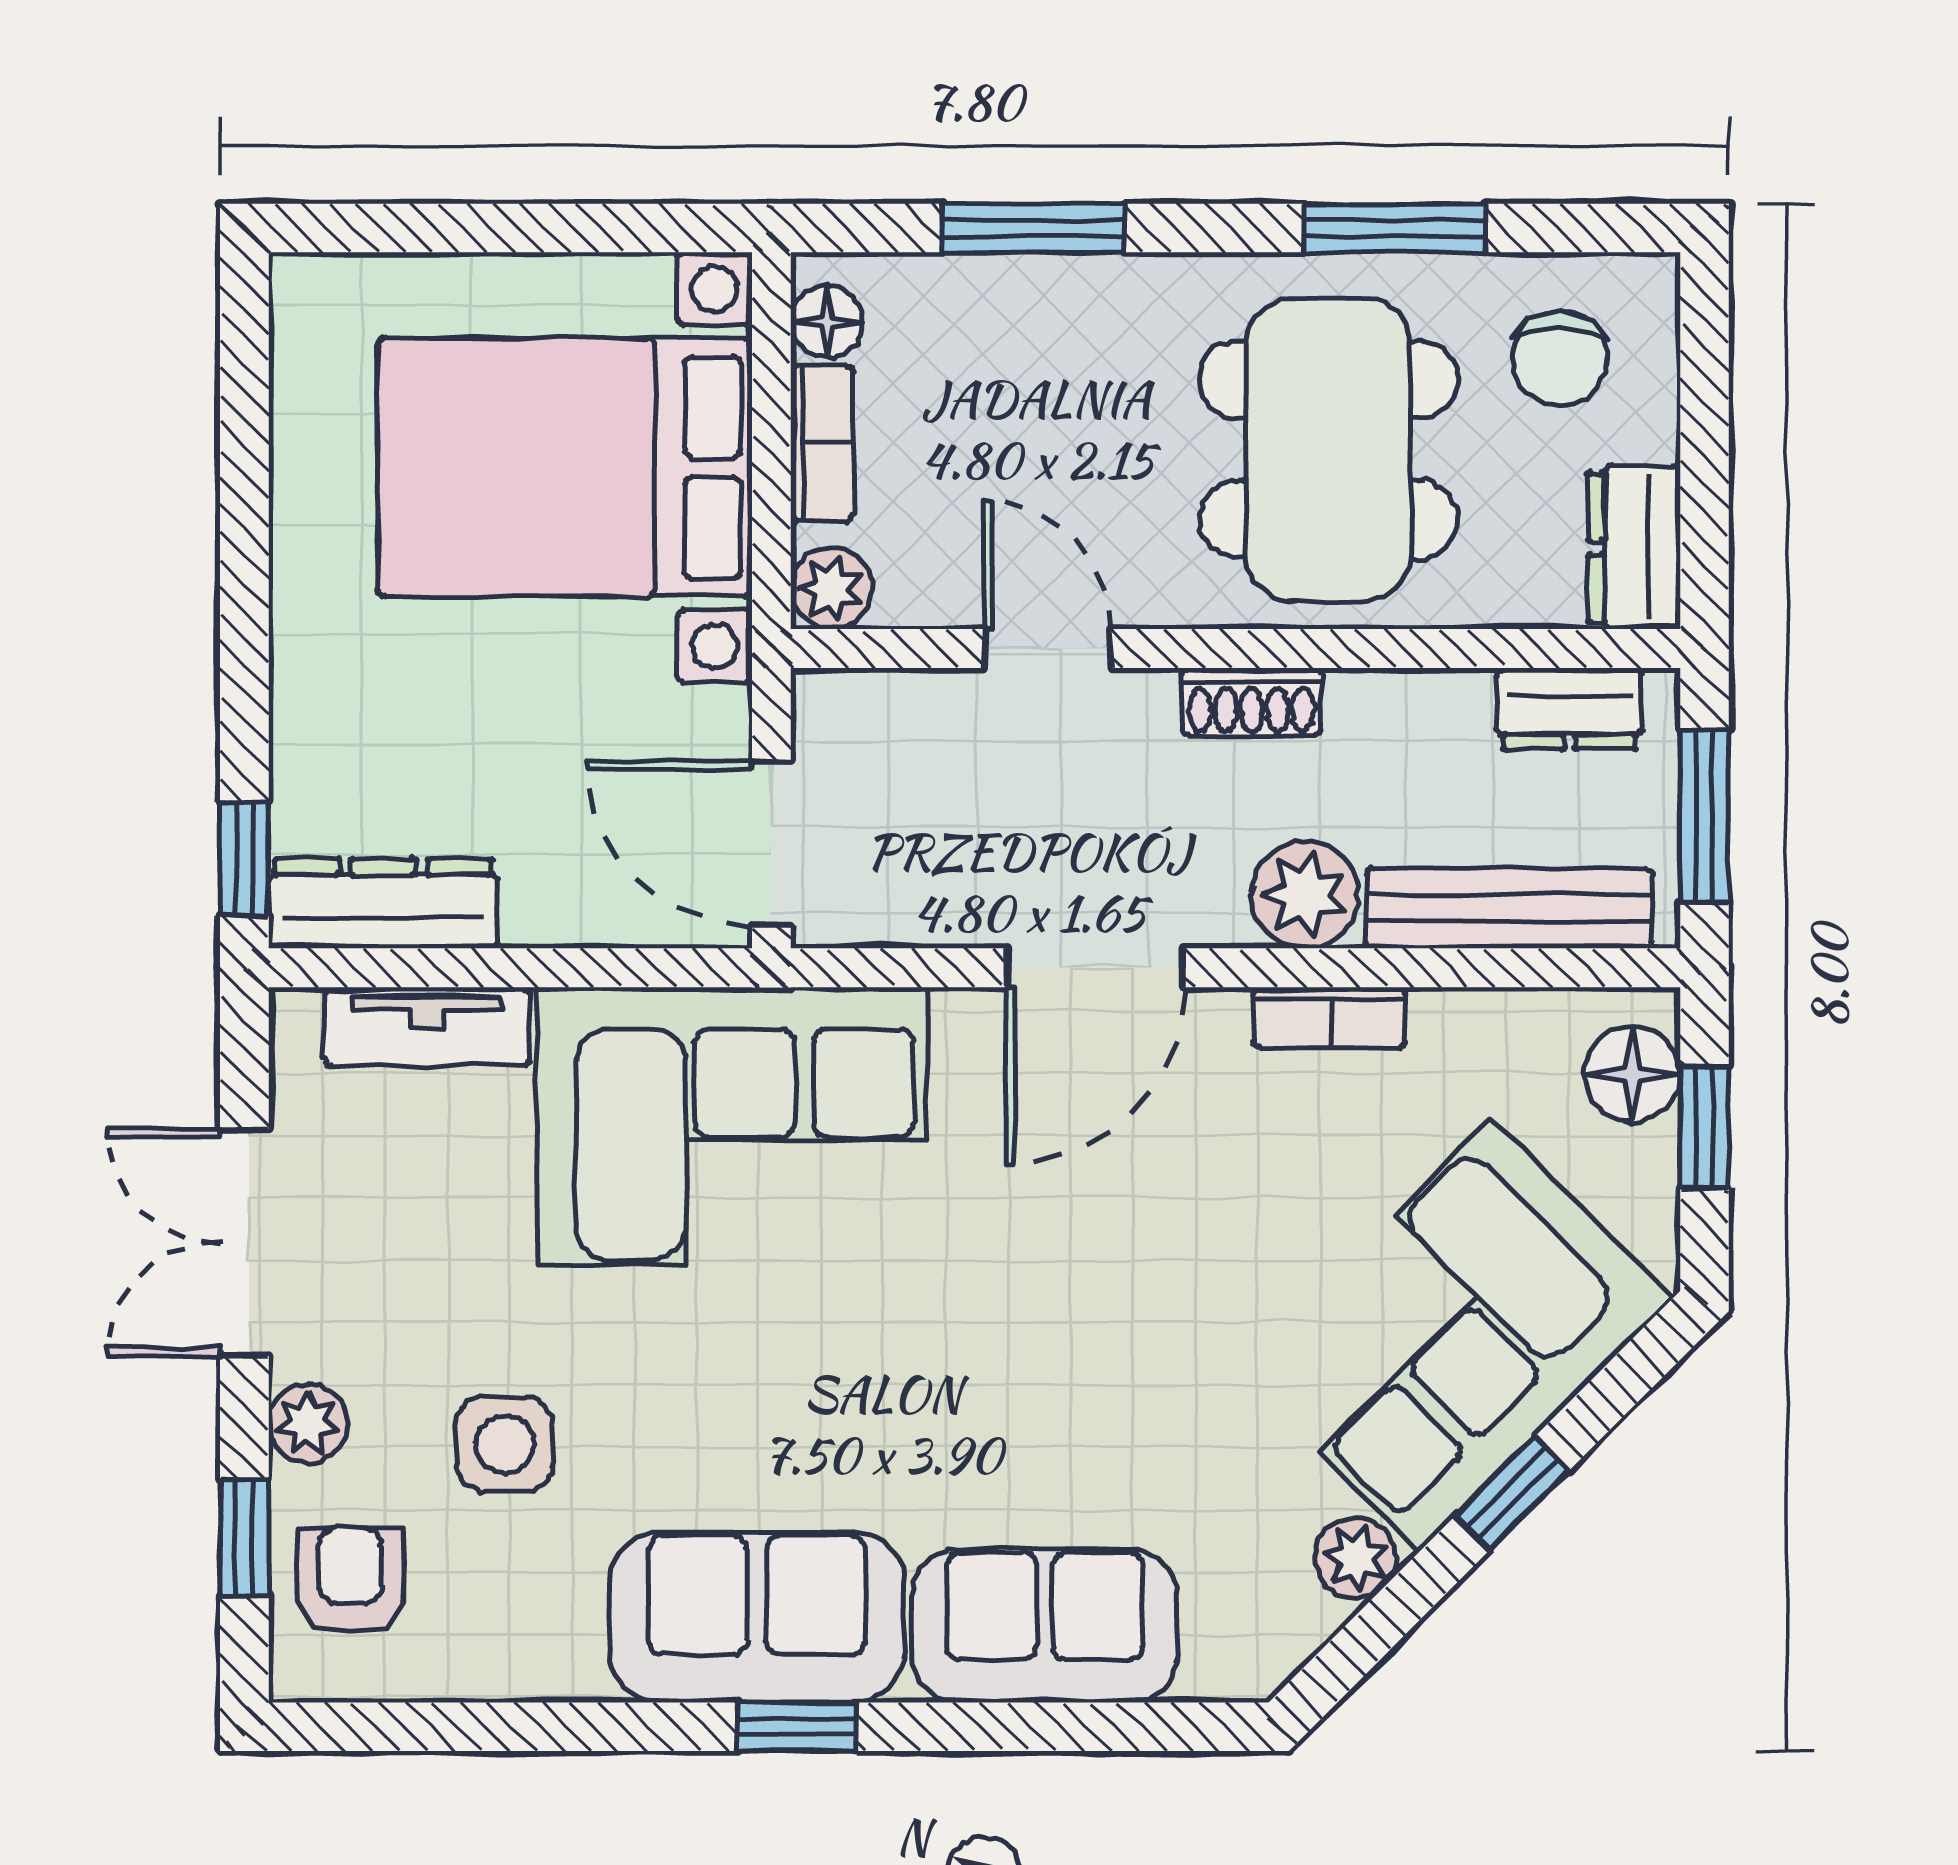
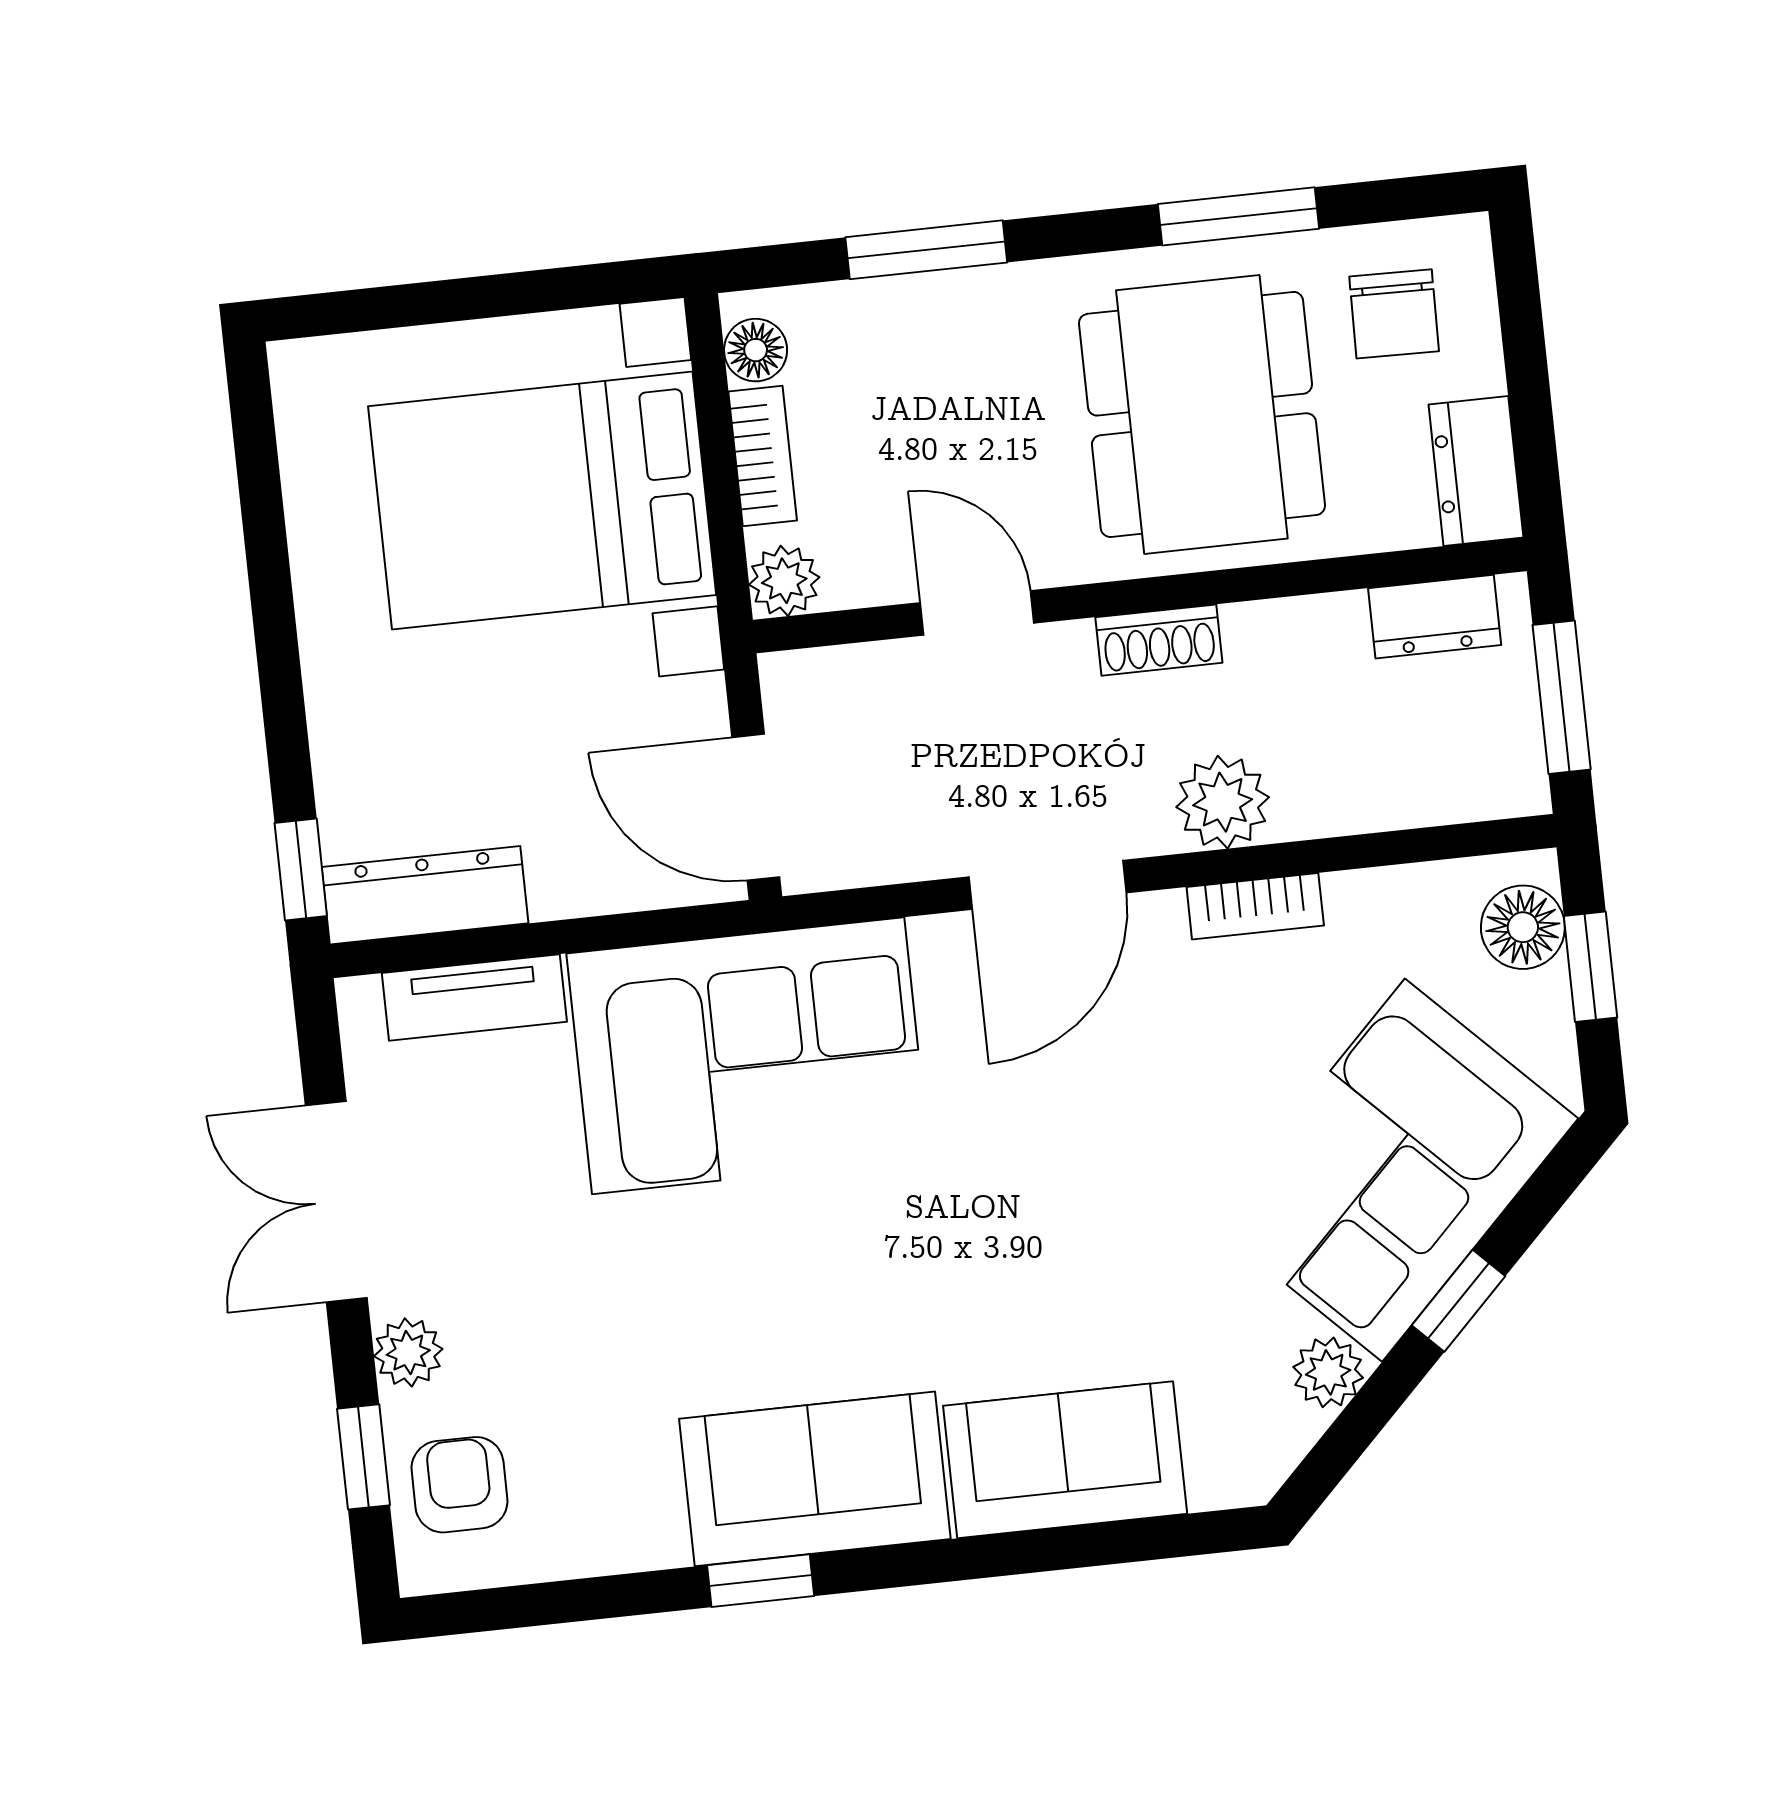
bench: (1509, 908) -> (1401, 795), removed
side table: (505, 1444) -> (580, 1352), removed
window: (797, 1727) -> (761, 1581), moved

